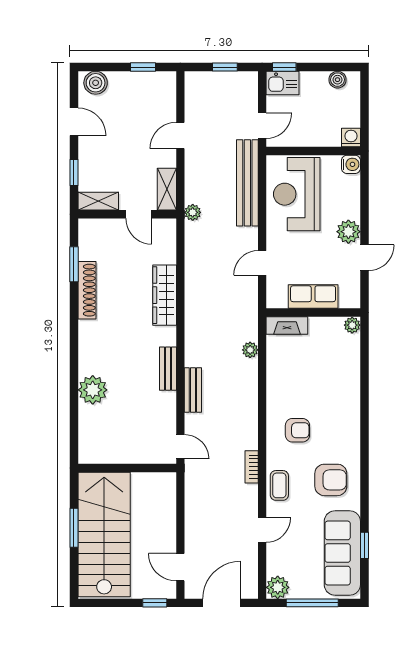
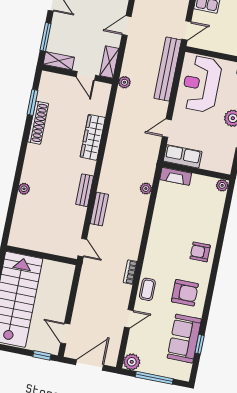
window: (74, 173) -> (46, 37), width x1.50
row of seats: (313, 297) -> (183, 156), moved
plant: (93, 390) -> (24, 189), width x0.53, depth x0.53
armchair: (297, 430) -> (200, 252), moved, turned 180
sofa: (342, 553) -> (184, 339), width x0.73

